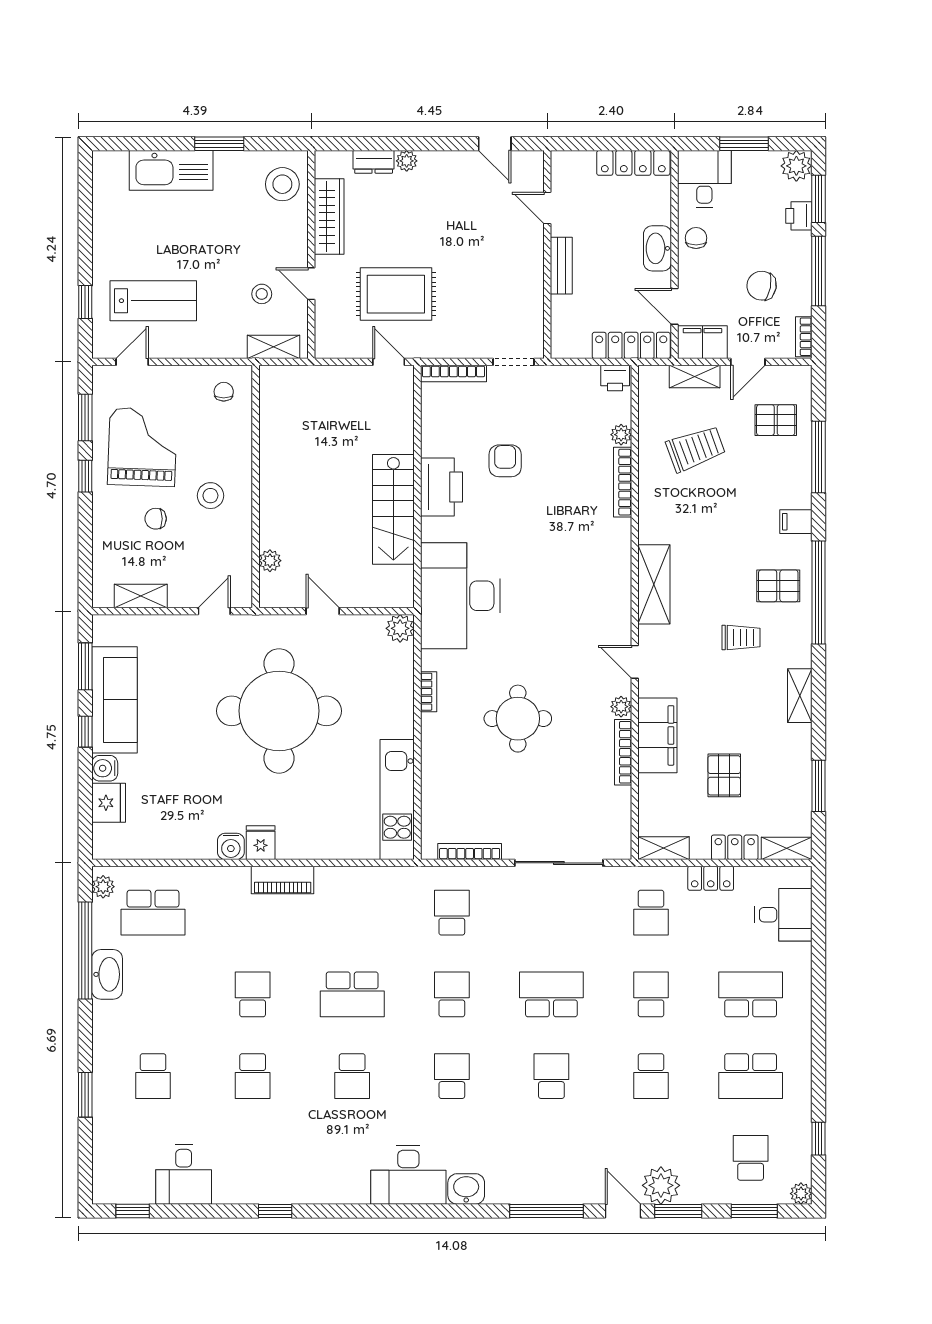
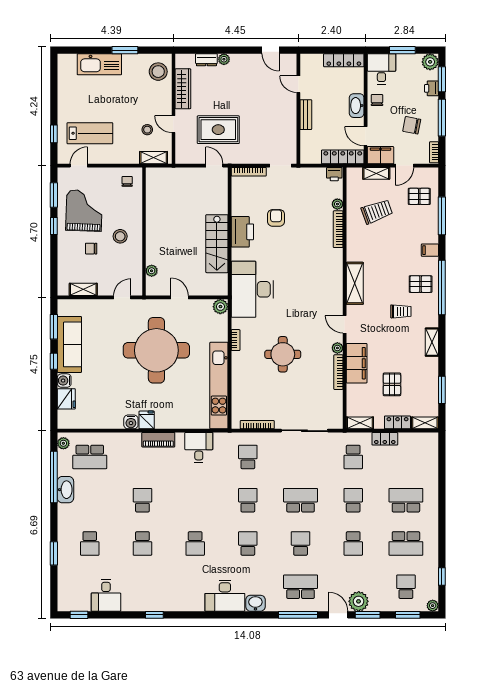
kitchen unit: (397, 800) -> (219, 386), width x1.36
desk: (783, 915) -> (199, 447), moved, turned -90
school desk: (352, 994) -> (301, 587), moved, turned 180

